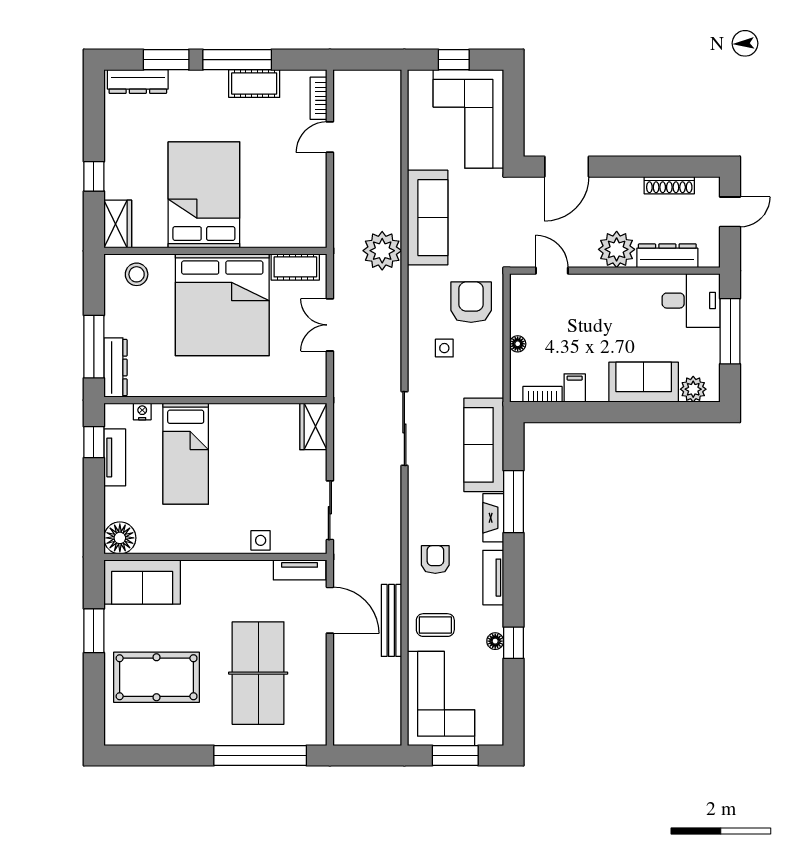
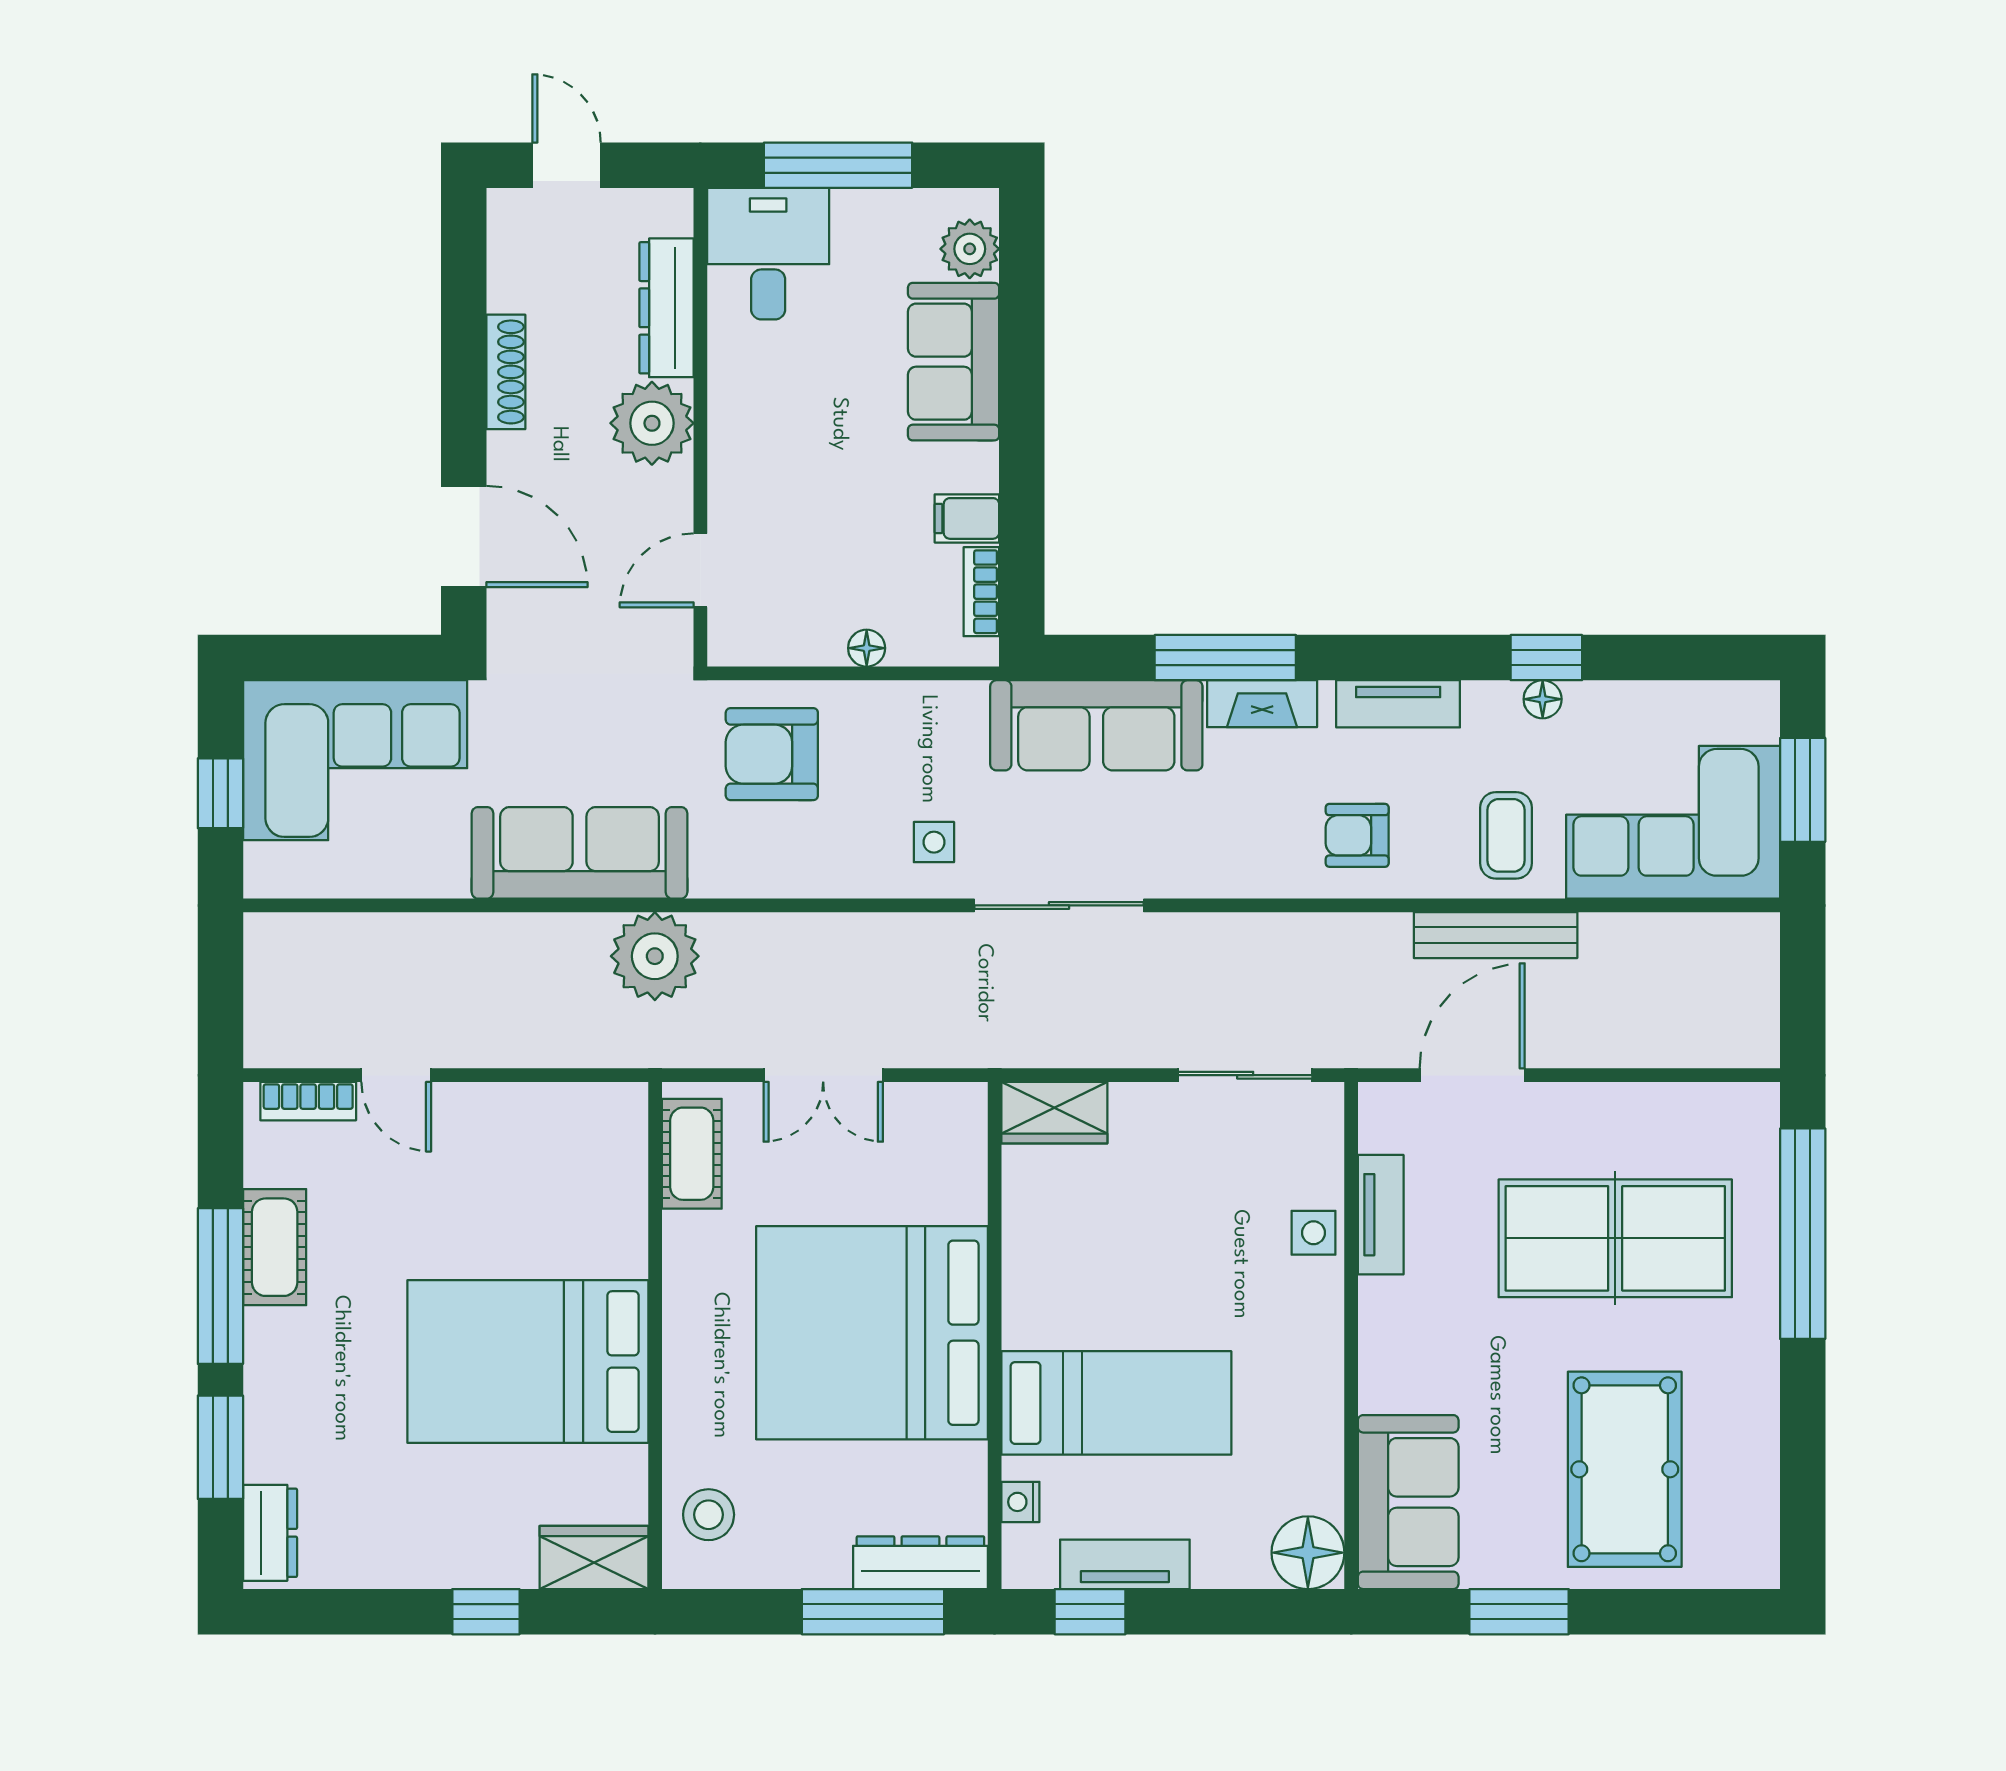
dresser: (138, 82) -> (270, 1533), width x0.70
shoe rack: (669, 185) -> (506, 372), moved
bed: (222, 305) -> (872, 1333), moved, turned 180
side table: (444, 348) -> (934, 842), moved
tv unit: (300, 570) -> (1381, 1215), moved

